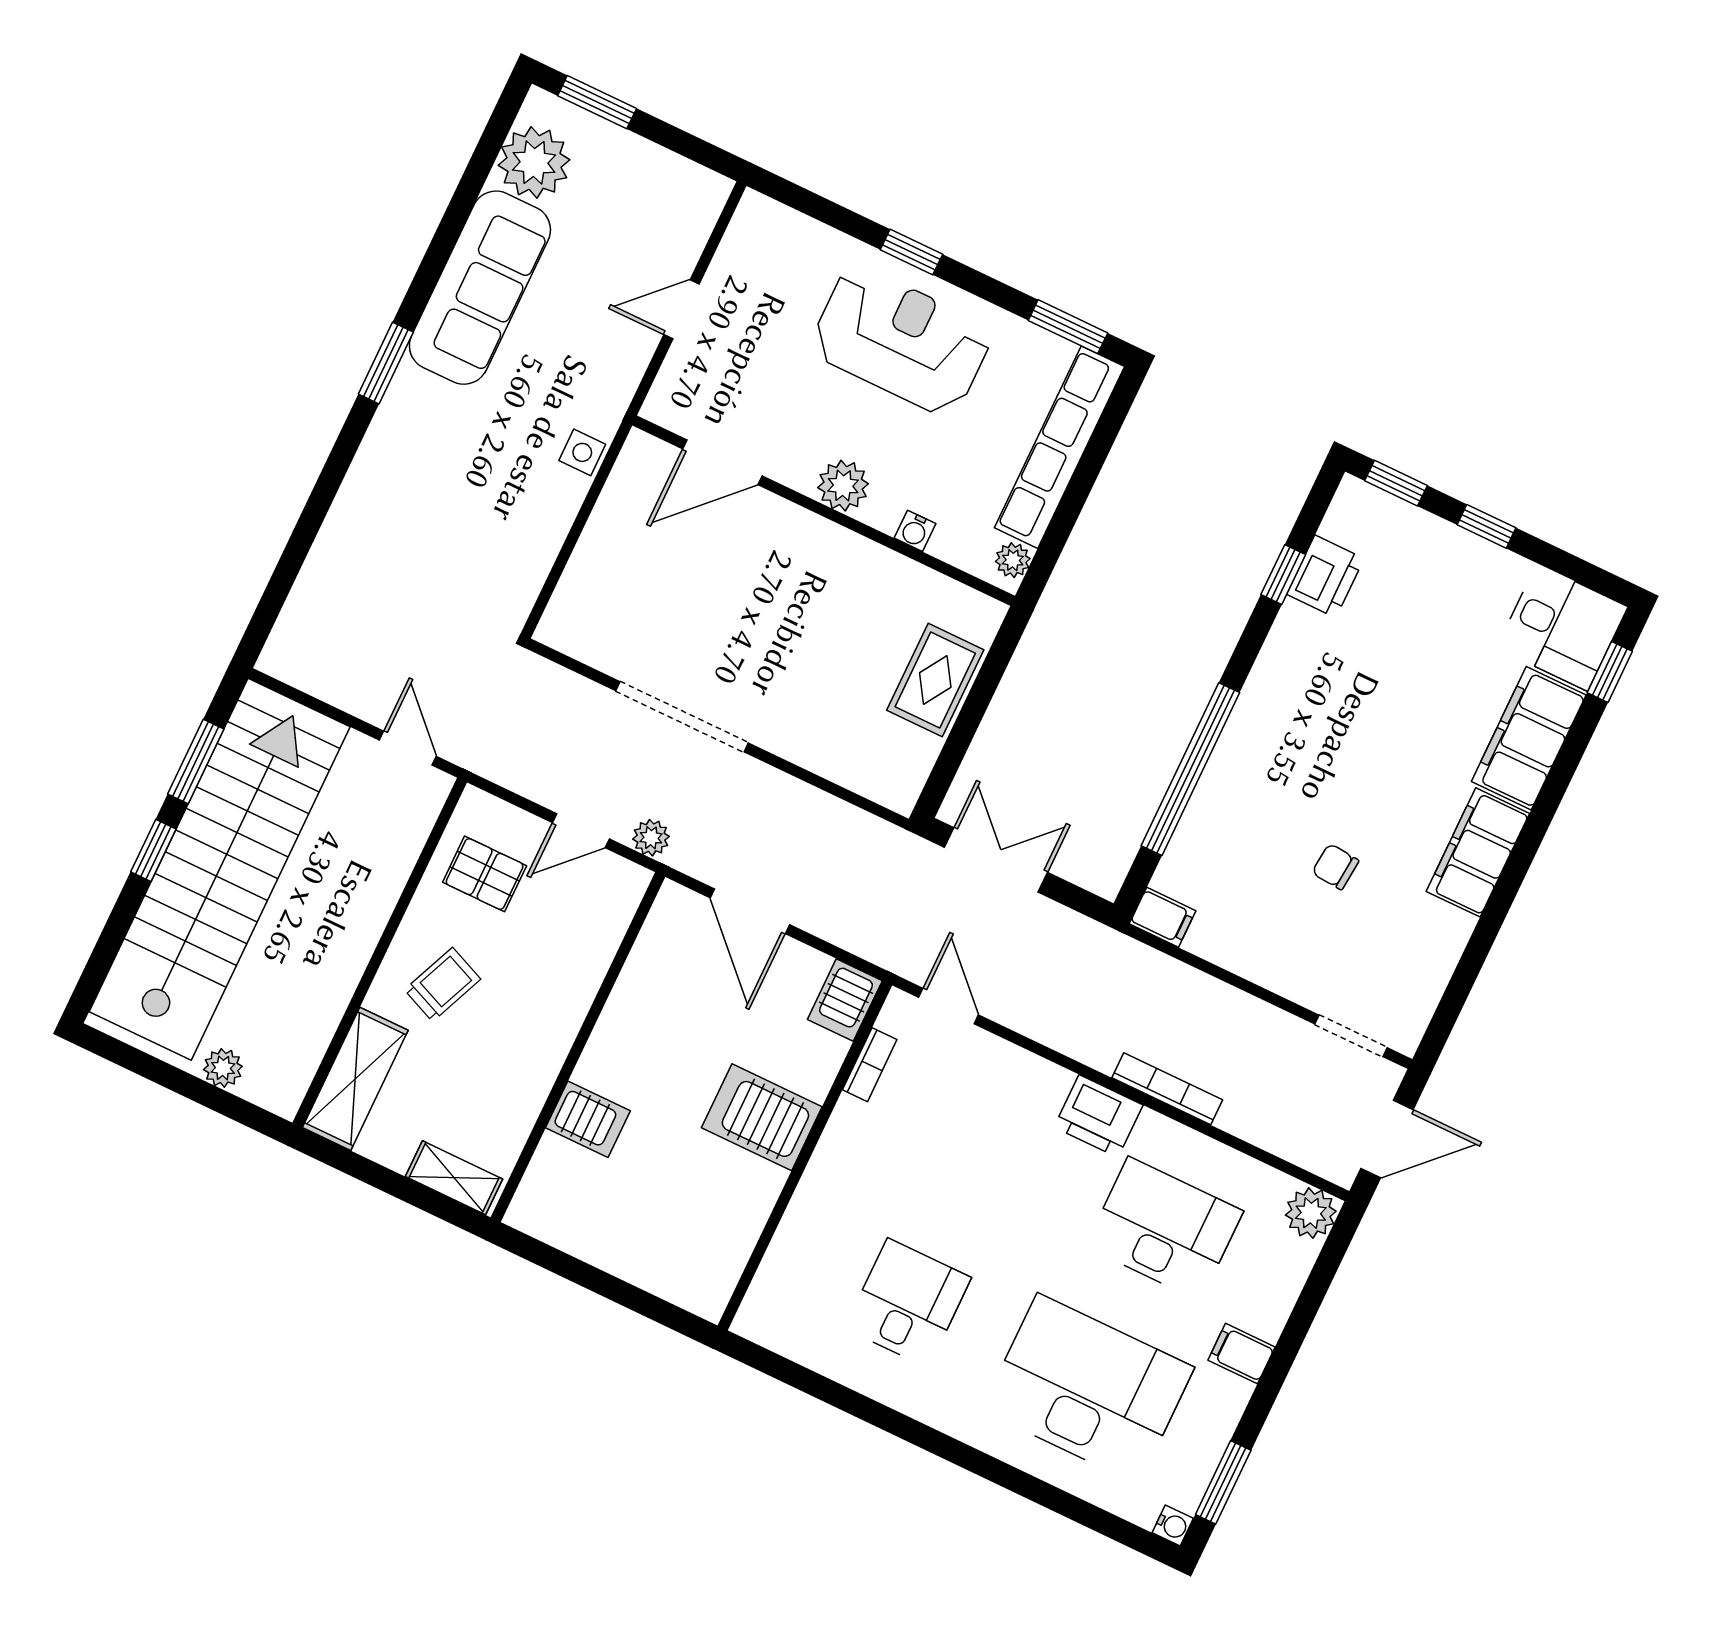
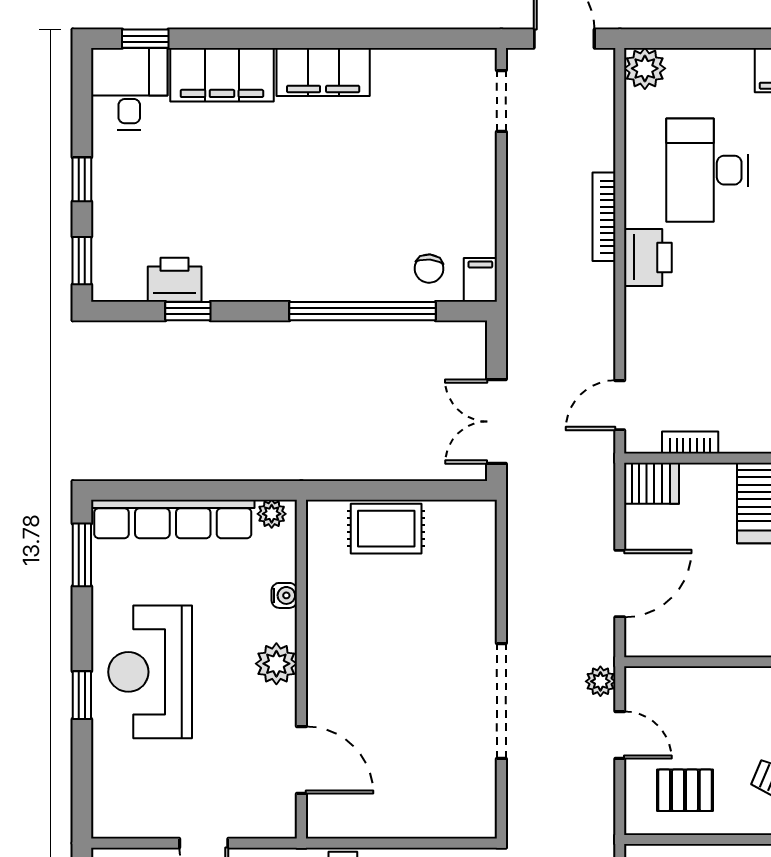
chair: (1335, 867) -> (429, 269), moved
pallet: (485, 874) -> (685, 790), turned 90

